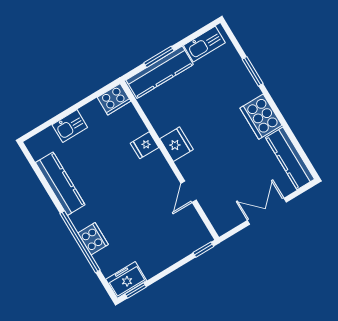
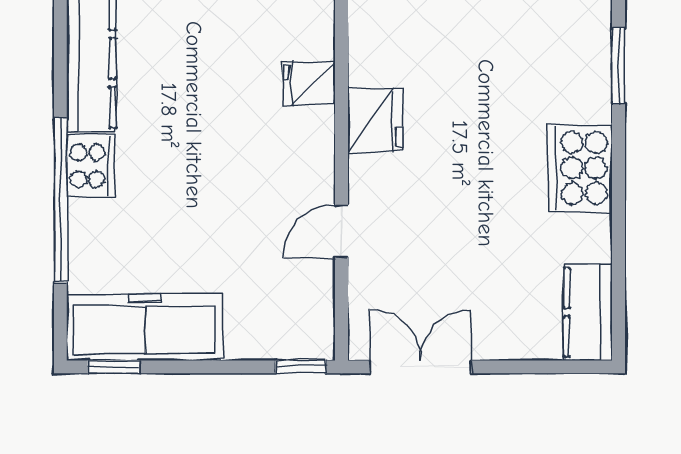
kitchen counter: (290, 158) -> (588, 312), width x0.67
double door: (267, 211) -> (420, 367), moved
cooker: (93, 239) -> (90, 166), moved
freezer: (126, 280) -> (144, 327), width x1.91, depth x1.26

